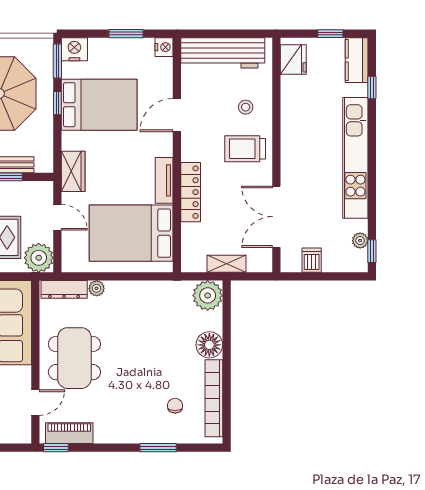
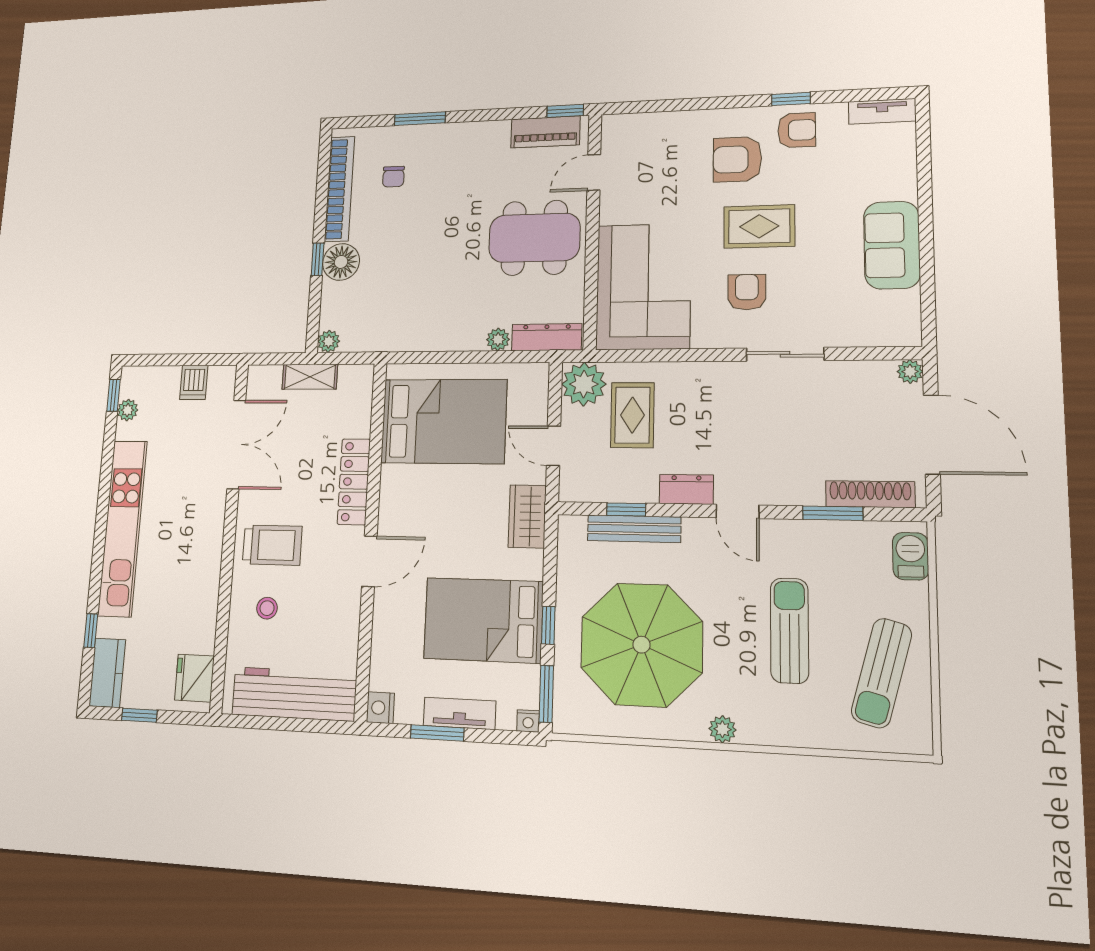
nightstand: (74, 49) -> (528, 721), width x0.53, depth x0.56
door: (177, 115) -> (369, 561), moved
tv unit: (164, 180) -> (460, 713), moved, turned -90
plant: (208, 295) -> (329, 341), width x0.53, depth x0.53
window: (227, 347) -> (318, 259), added
dining table: (74, 358) -> (534, 238), turned 90

